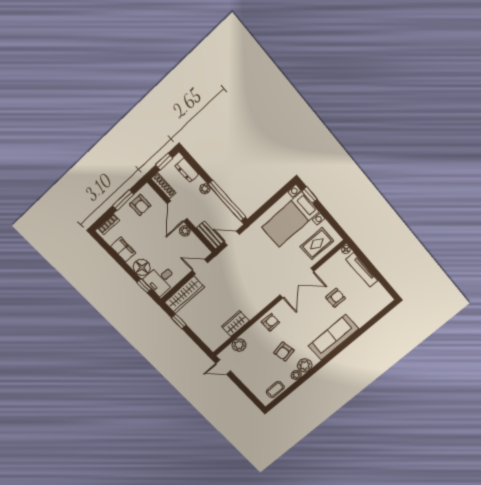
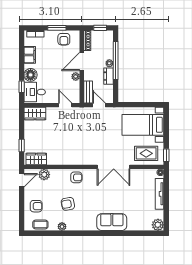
dresser: (187, 170) -> (109, 76), moved
window: (310, 195) -> (166, 155), moved
window: (227, 201) -> (116, 60), moved
wardrobe: (184, 295) -> (35, 114), width x0.67
armchair: (336, 298) -> (36, 206), moved
window: (179, 321) -> (22, 146), moved
wardrobe: (235, 324) -> (36, 159), moved
sofa: (333, 337) -> (112, 222), width x0.73
plant: (305, 365) -> (158, 225), moved
door: (223, 367) -> (22, 180), swing flipped

